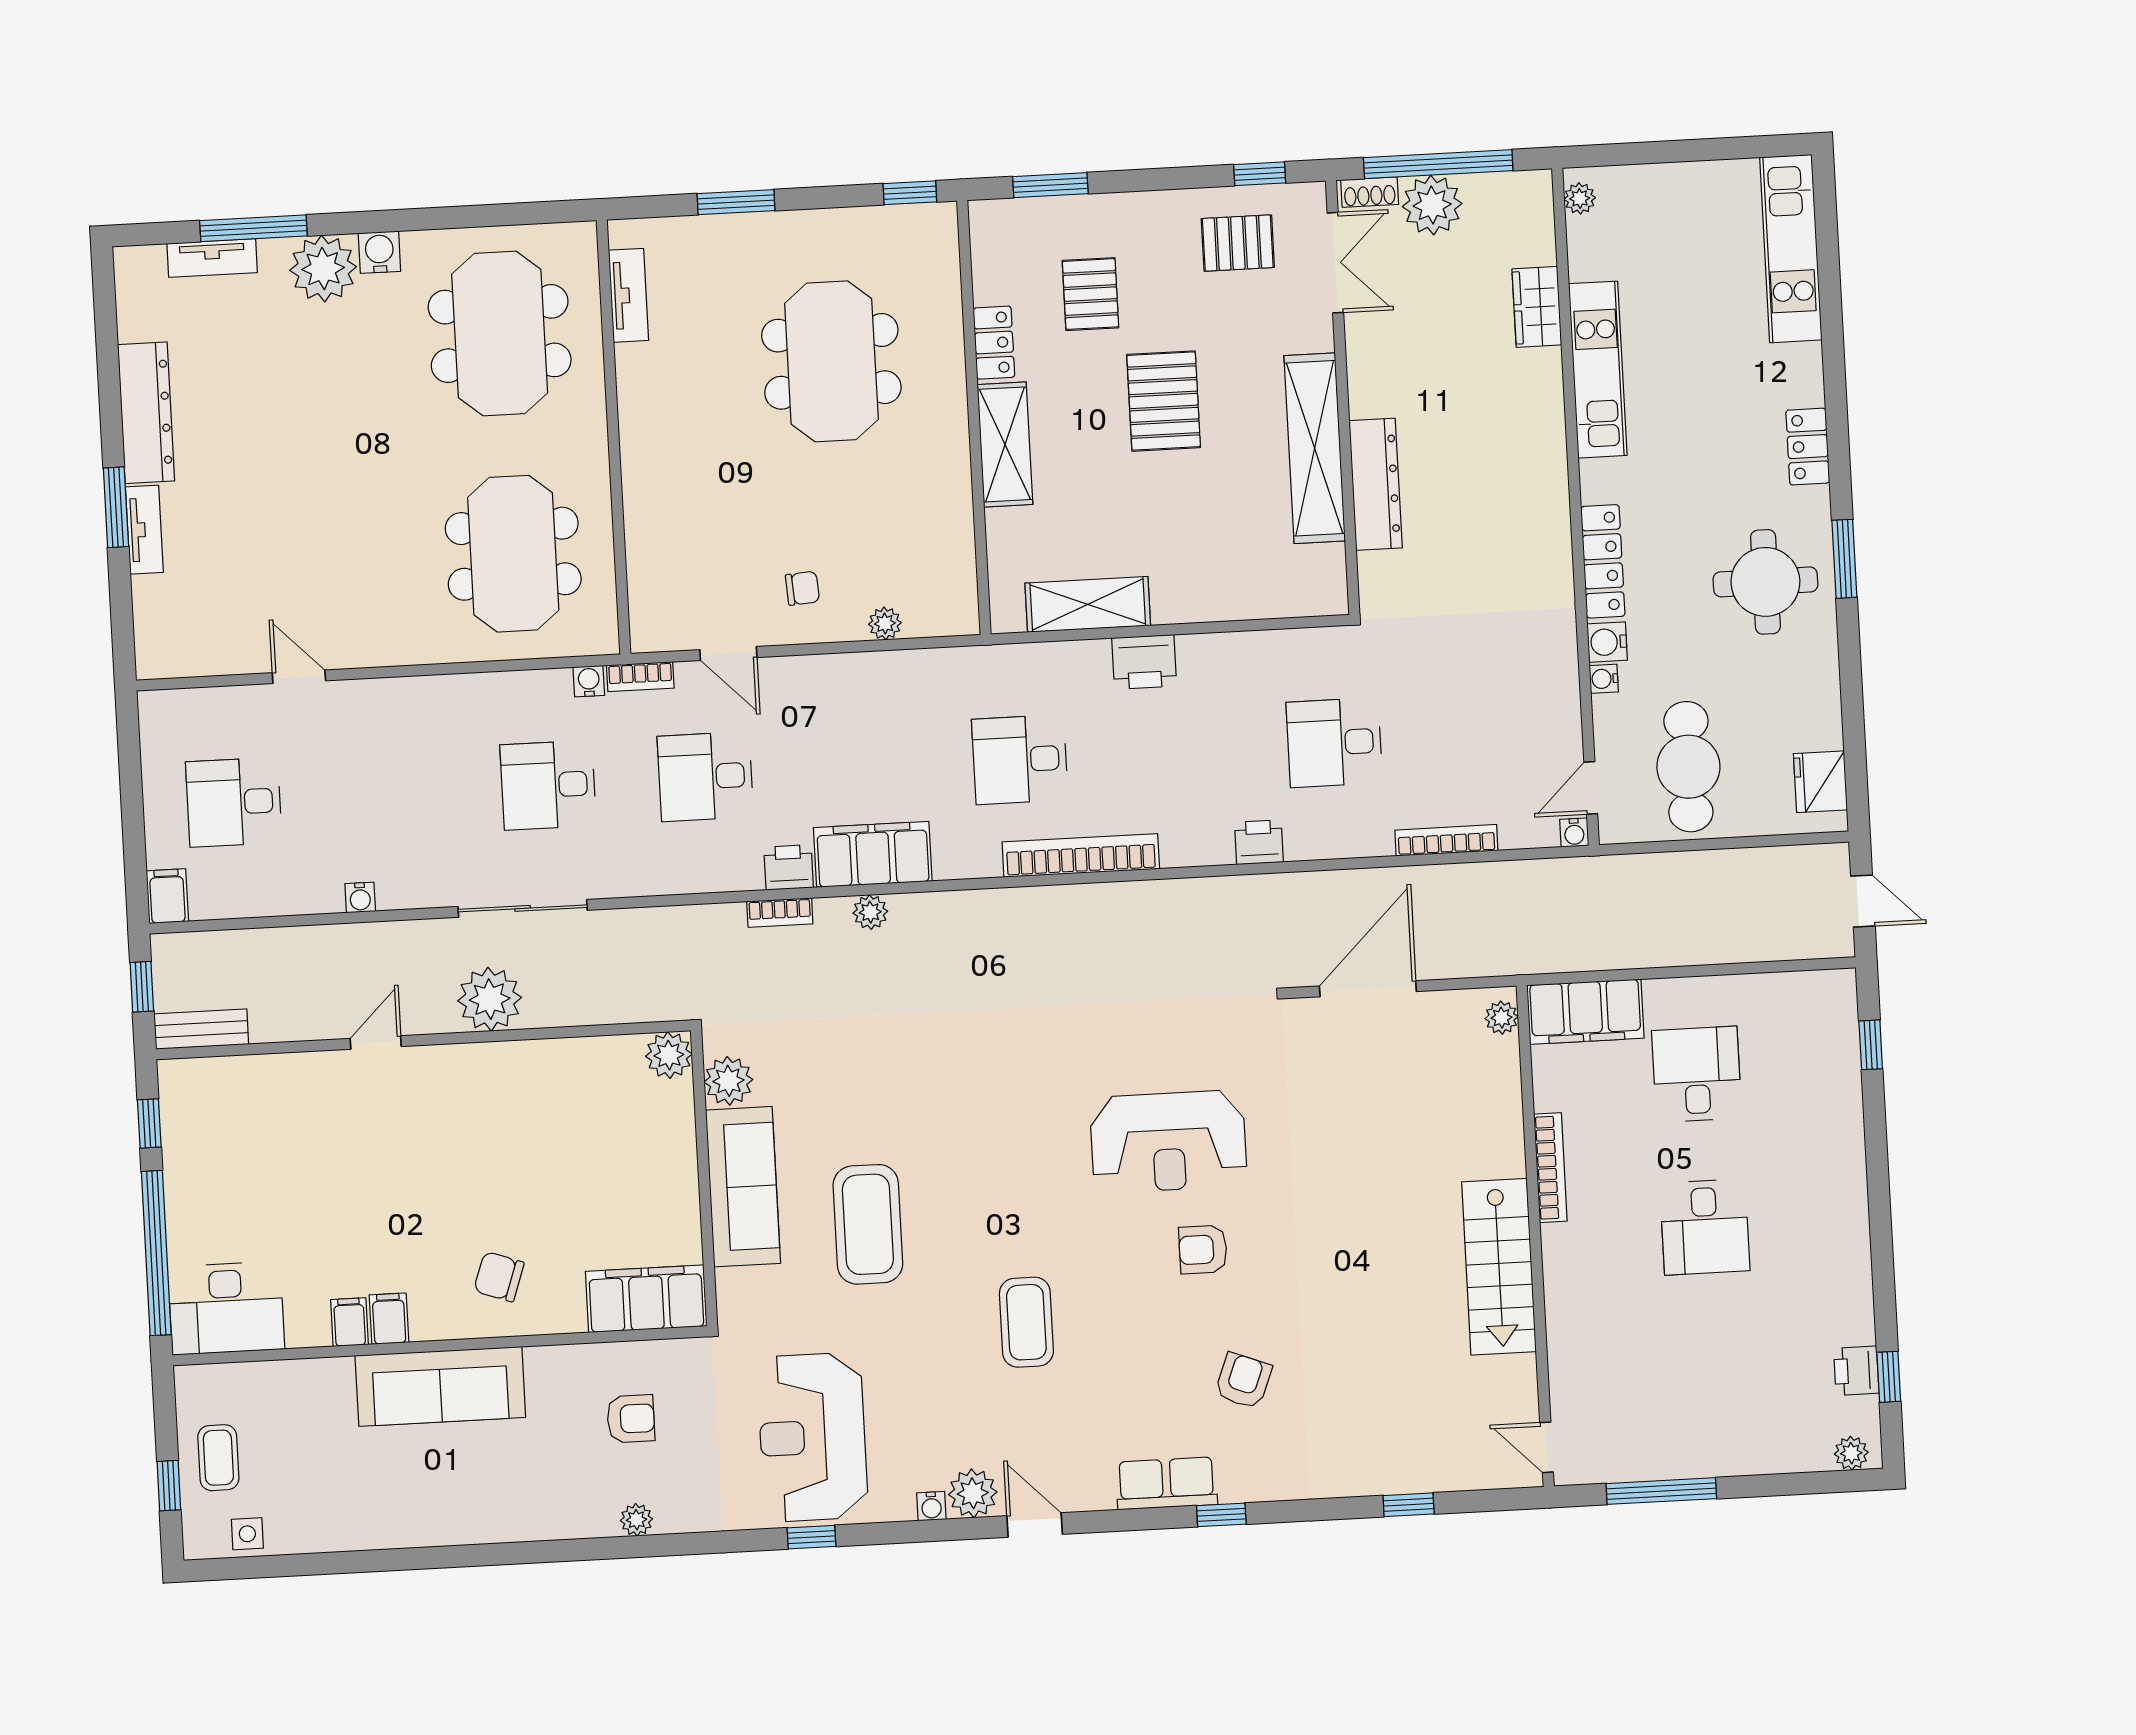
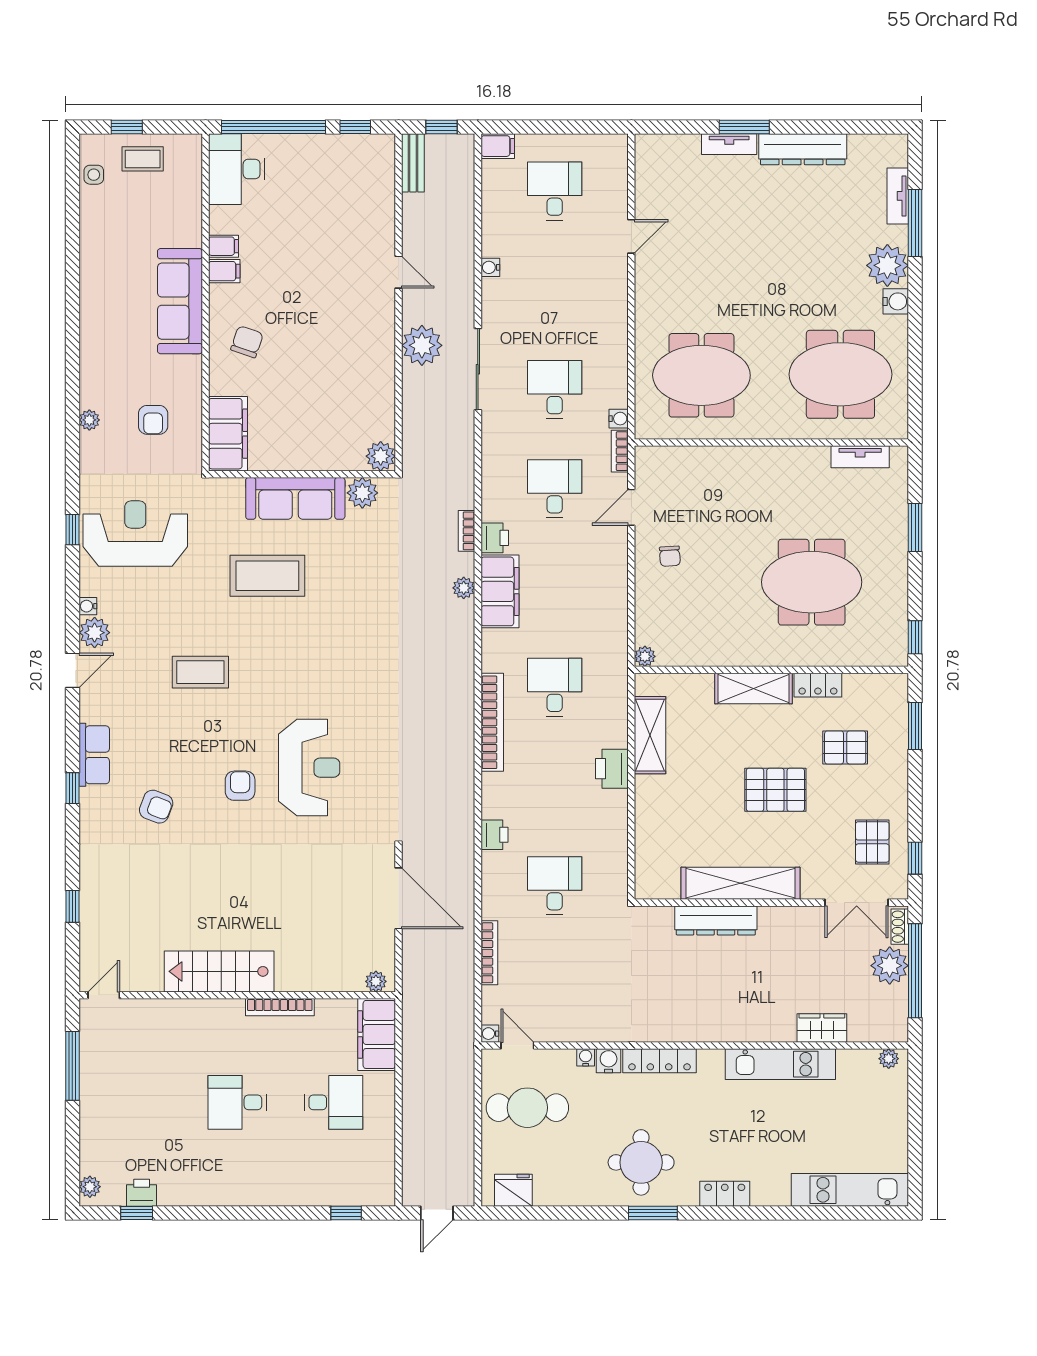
plant: (885, 623) -> (645, 656), moved
reception desk: (1168, 1142) -> (309, 768), turned 180

